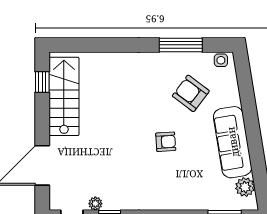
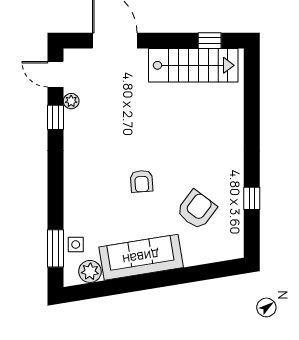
window: (181, 45) -> (252, 198), width x0.46
side table: (221, 60) -> (76, 245), moved

